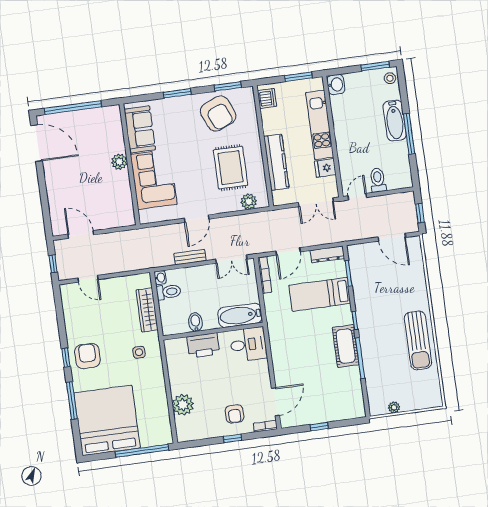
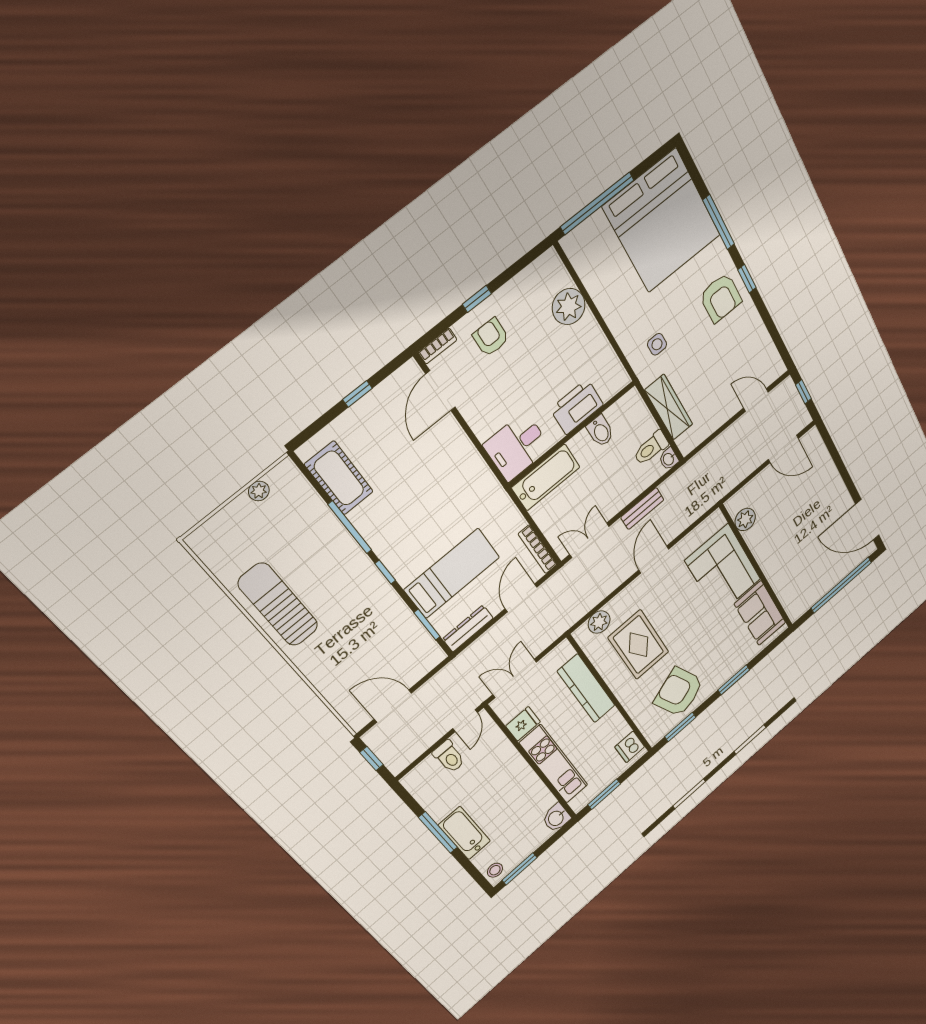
plant: (119, 162) -> (745, 519), moved
cot: (346, 346) -> (339, 478), moved

